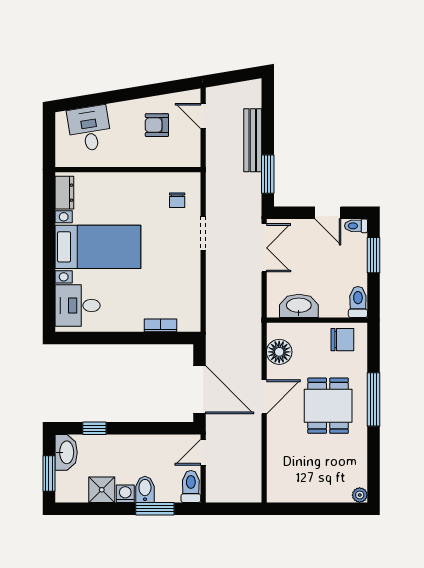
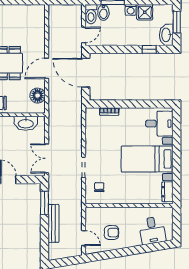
bidet: (145, 489) -> (103, 12), moved

